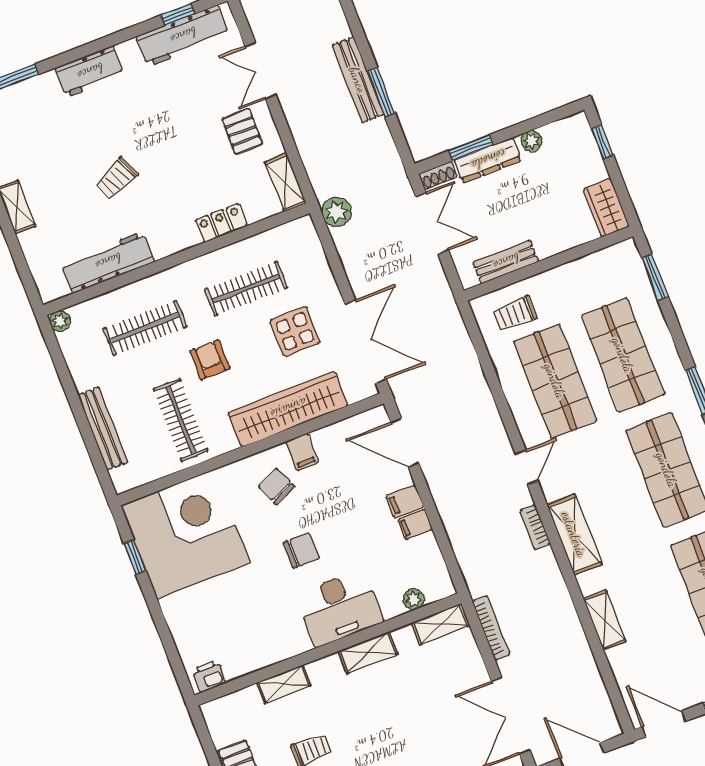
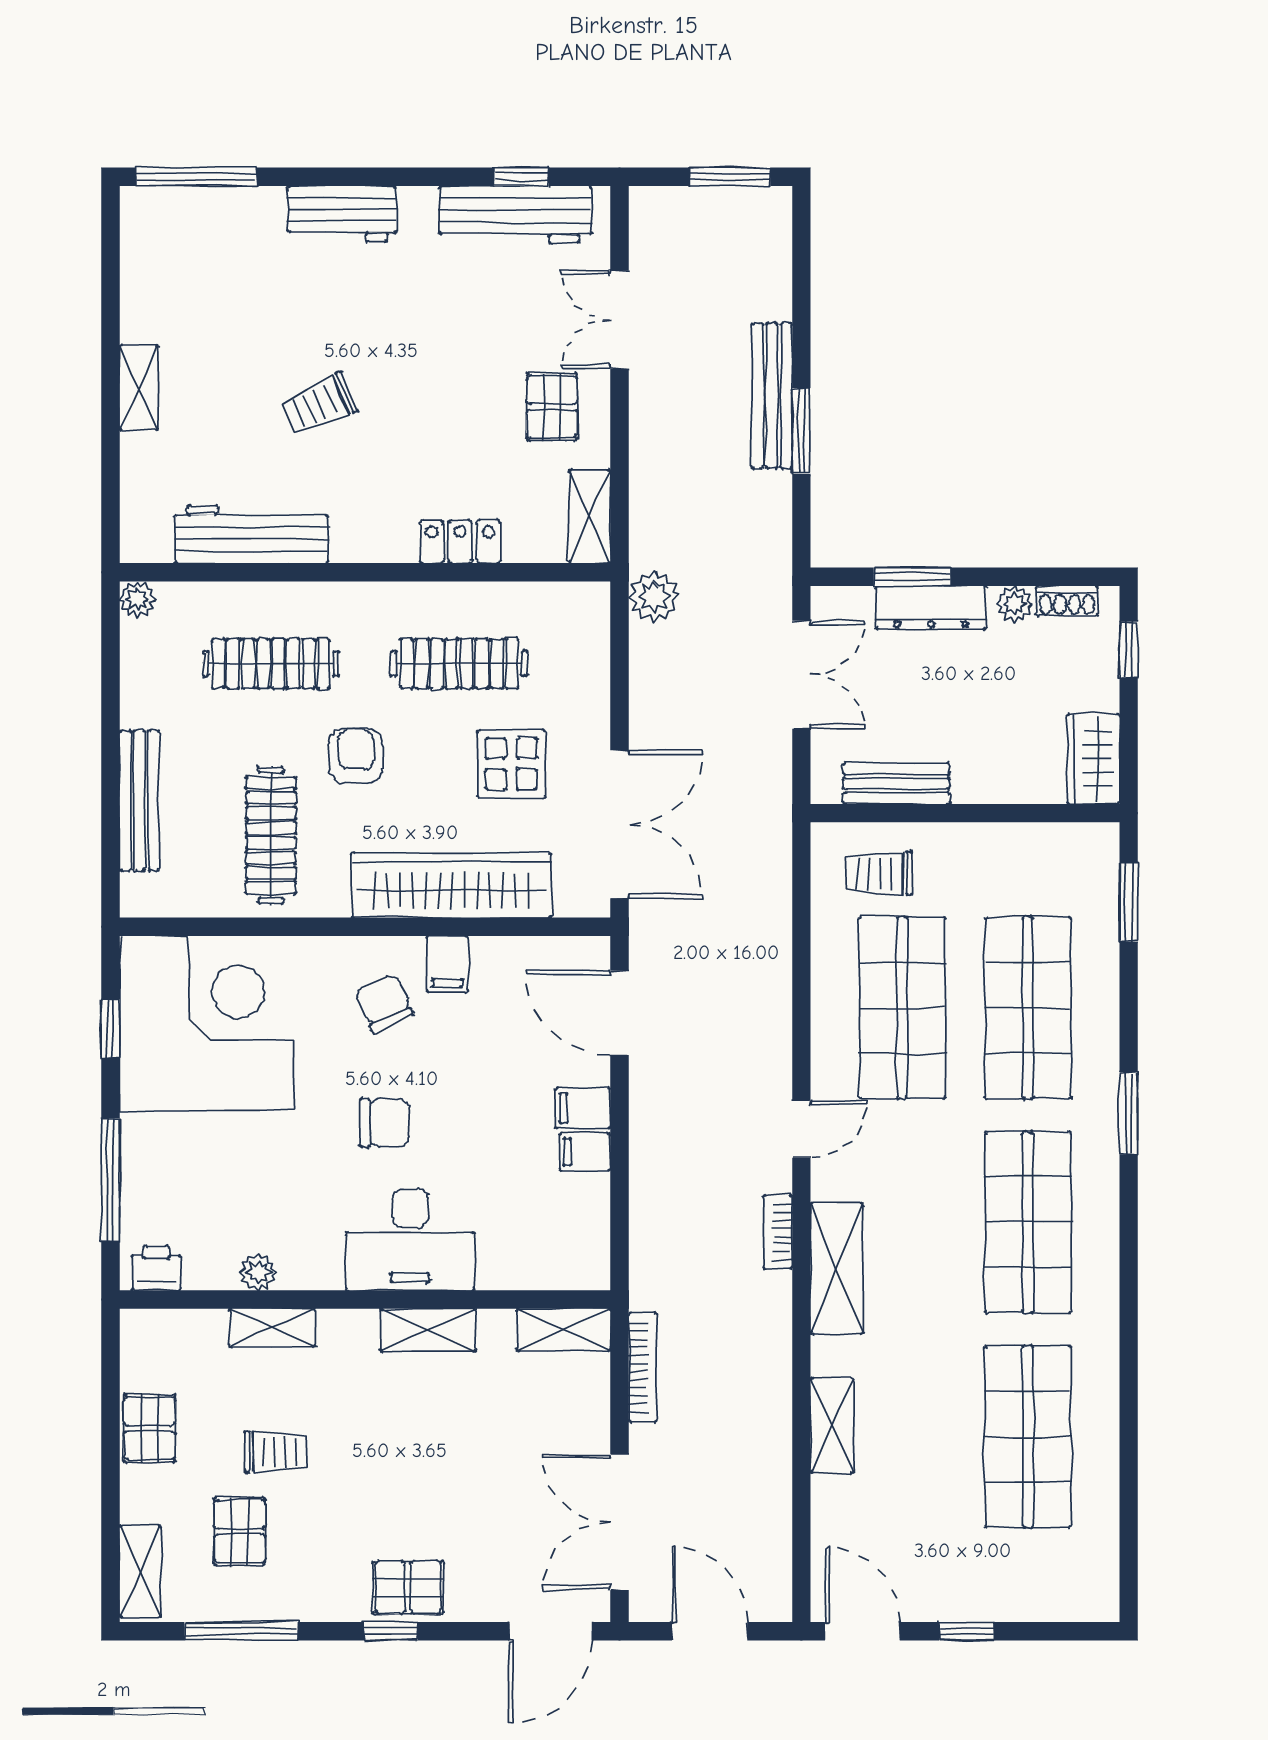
shoe rack: (438, 175) -> (1067, 601), moved
plant: (414, 599) -> (258, 1272), moved
window: (166, 638) -> (110, 1180), added

